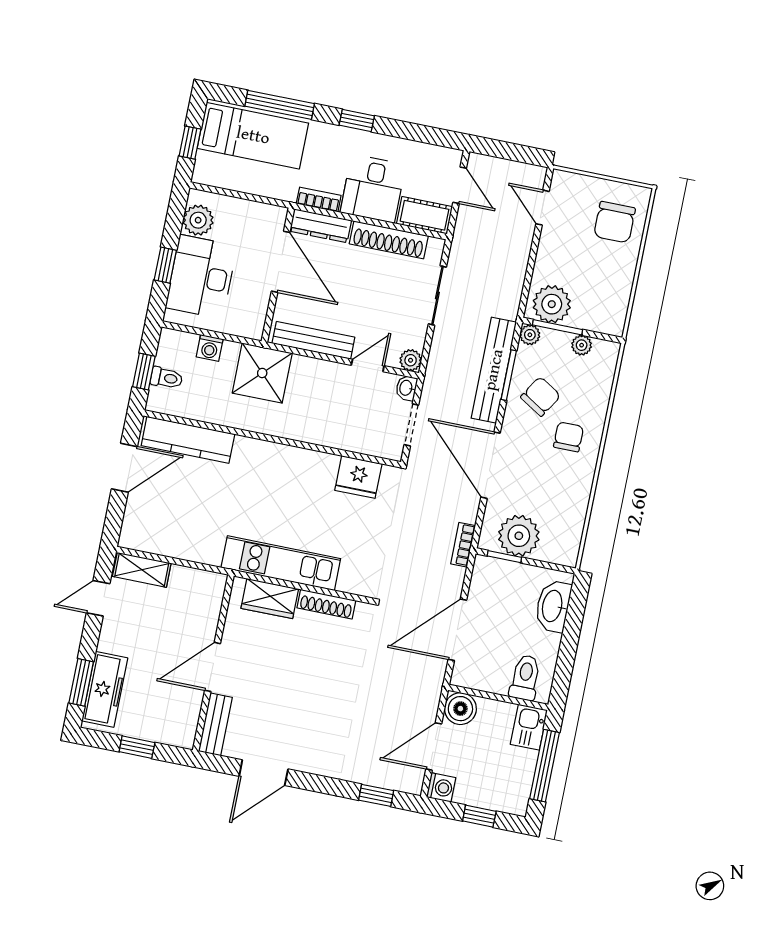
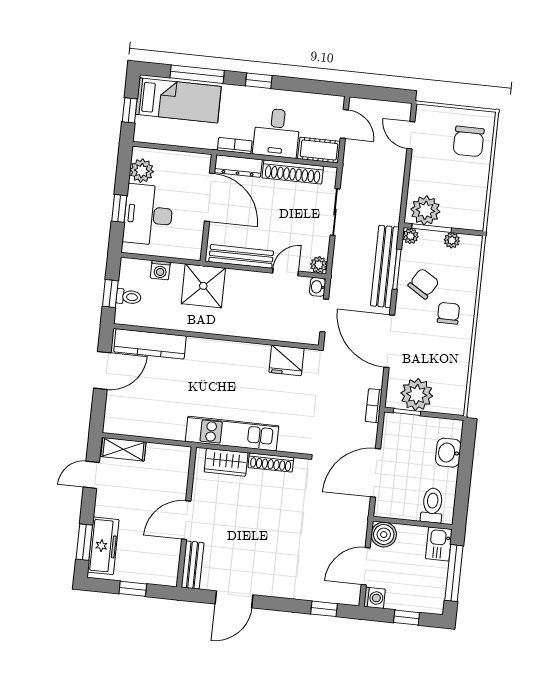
washbasin: (553, 606) -> (448, 453), width x0.72

